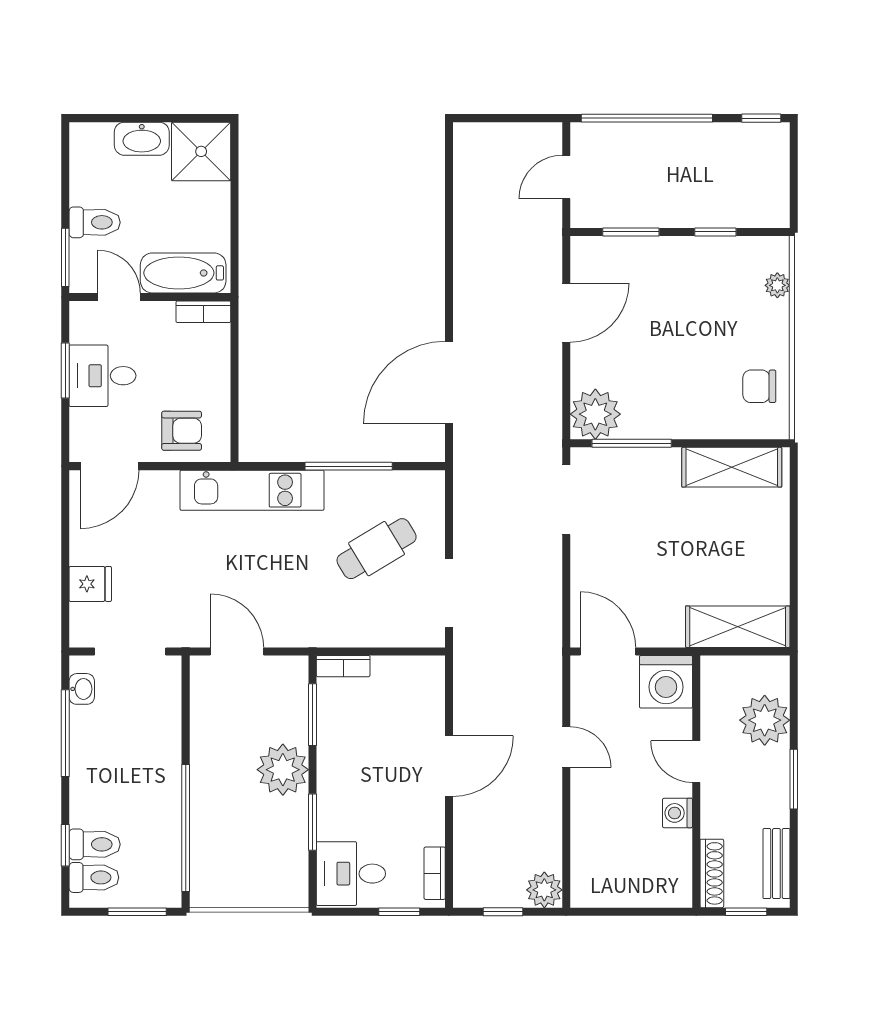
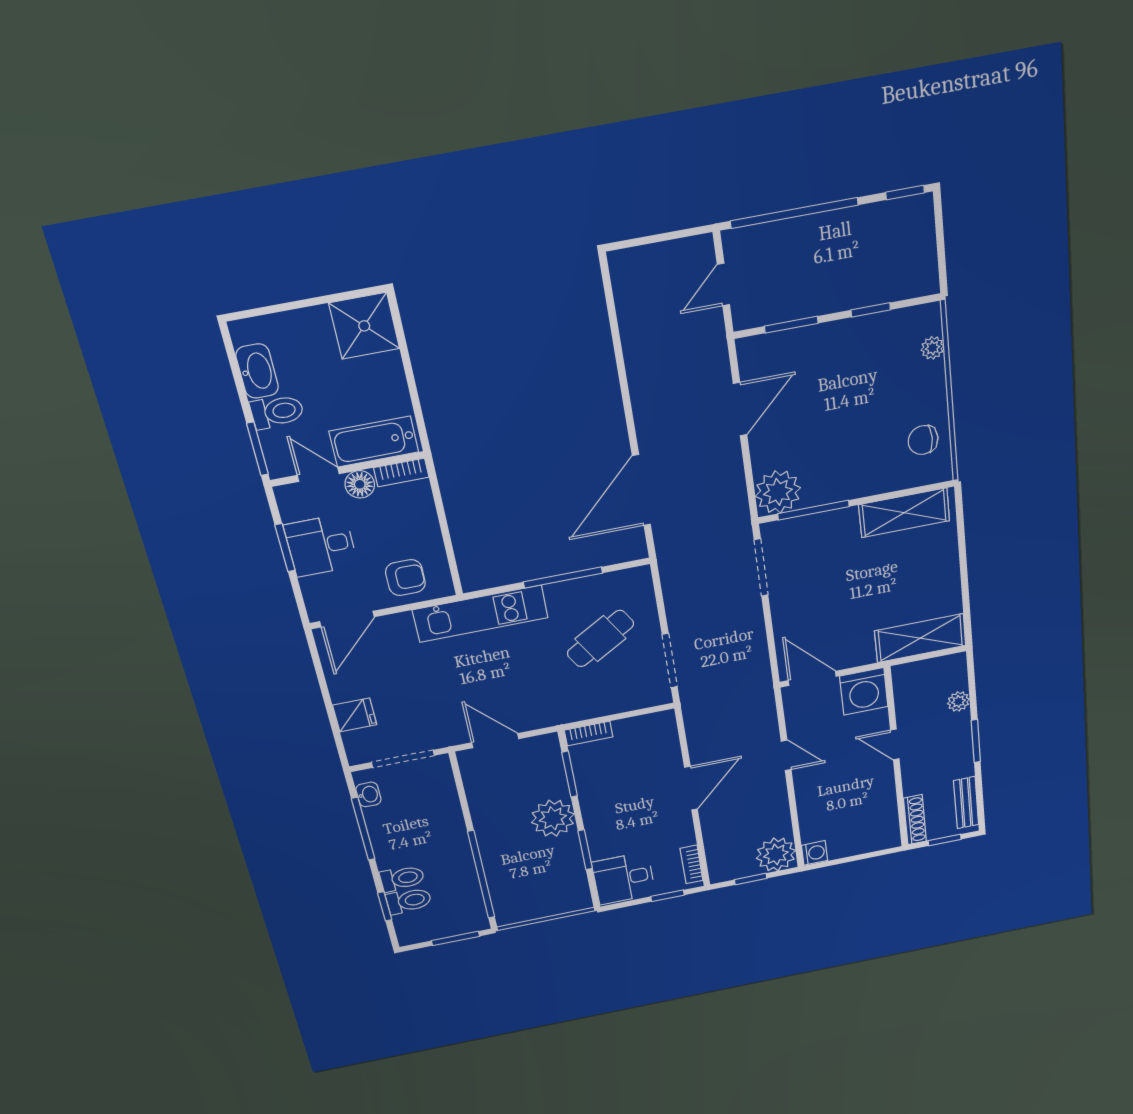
washbasin: (142, 139) -> (257, 371), moved, turned -90
floor lamp: (158, 316) -> (360, 484), added
plant: (765, 720) -> (958, 701), width x0.53, depth x0.53
washing machine: (678, 813) -> (815, 853), moved, turned 180
toilet: (94, 877) -> (402, 878), moved
plant: (544, 890) -> (776, 854), width x1.36, depth x1.36

